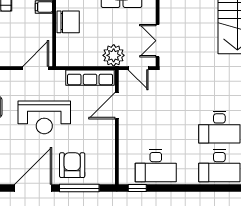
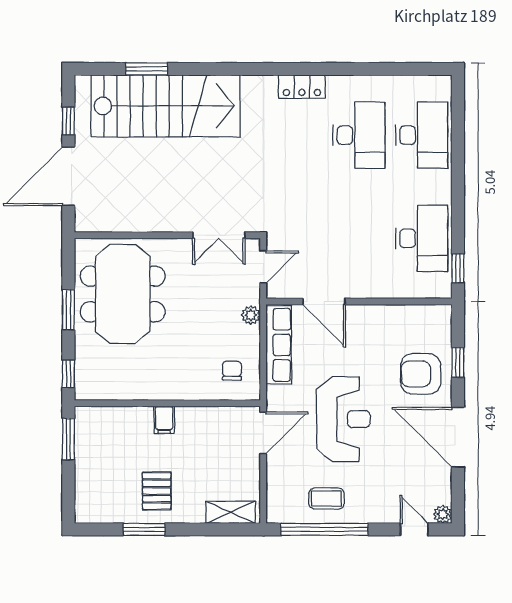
chair: (68, 22) -> (232, 371), moved, width x0.54, depth x0.54
plant: (114, 55) -> (251, 315), width x0.53, depth x0.53
door: (36, 68) -> (263, 433), swing flipped
window: (79, 188) -> (458, 362), width x0.46

